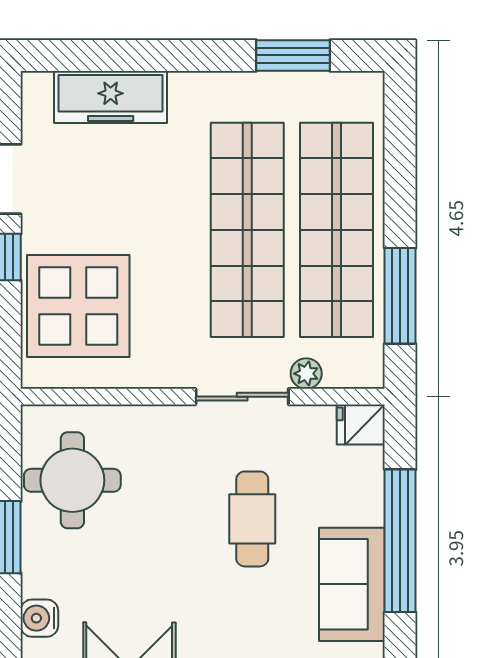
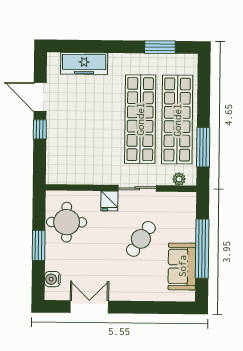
display table: (78, 306) -> (70, 150), removed
plant: (306, 374) -> (179, 179), moved
fridge: (361, 424) -> (109, 201), moved, turned -90
cafe table: (252, 519) -> (141, 239), turned 34

